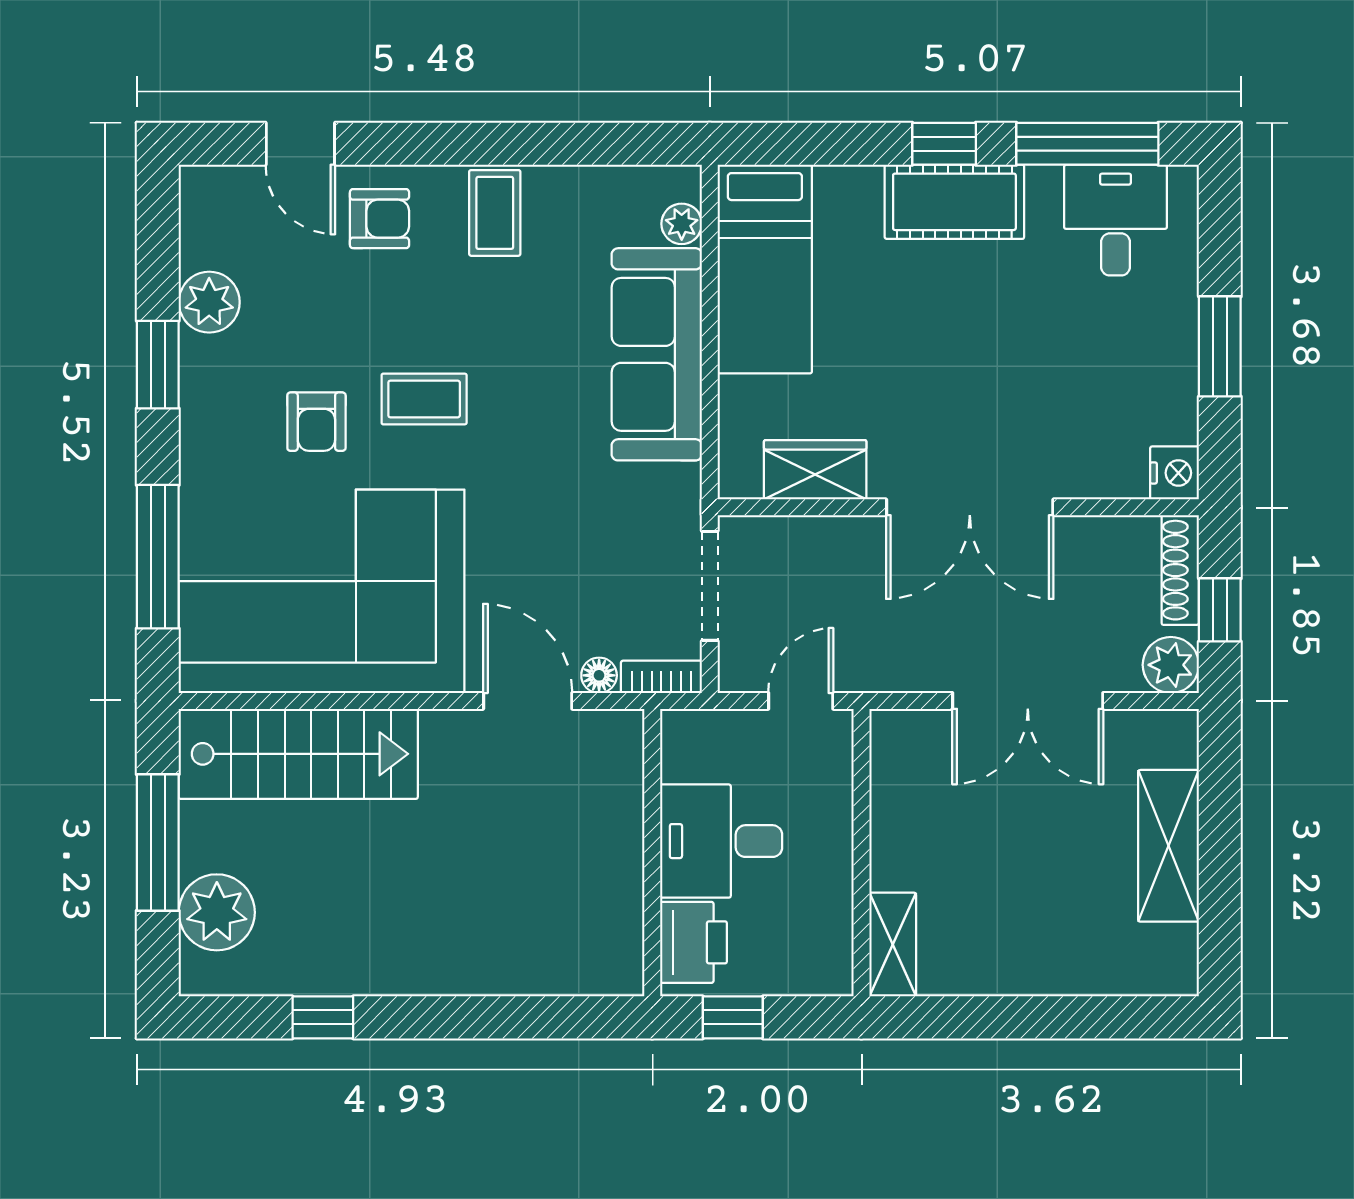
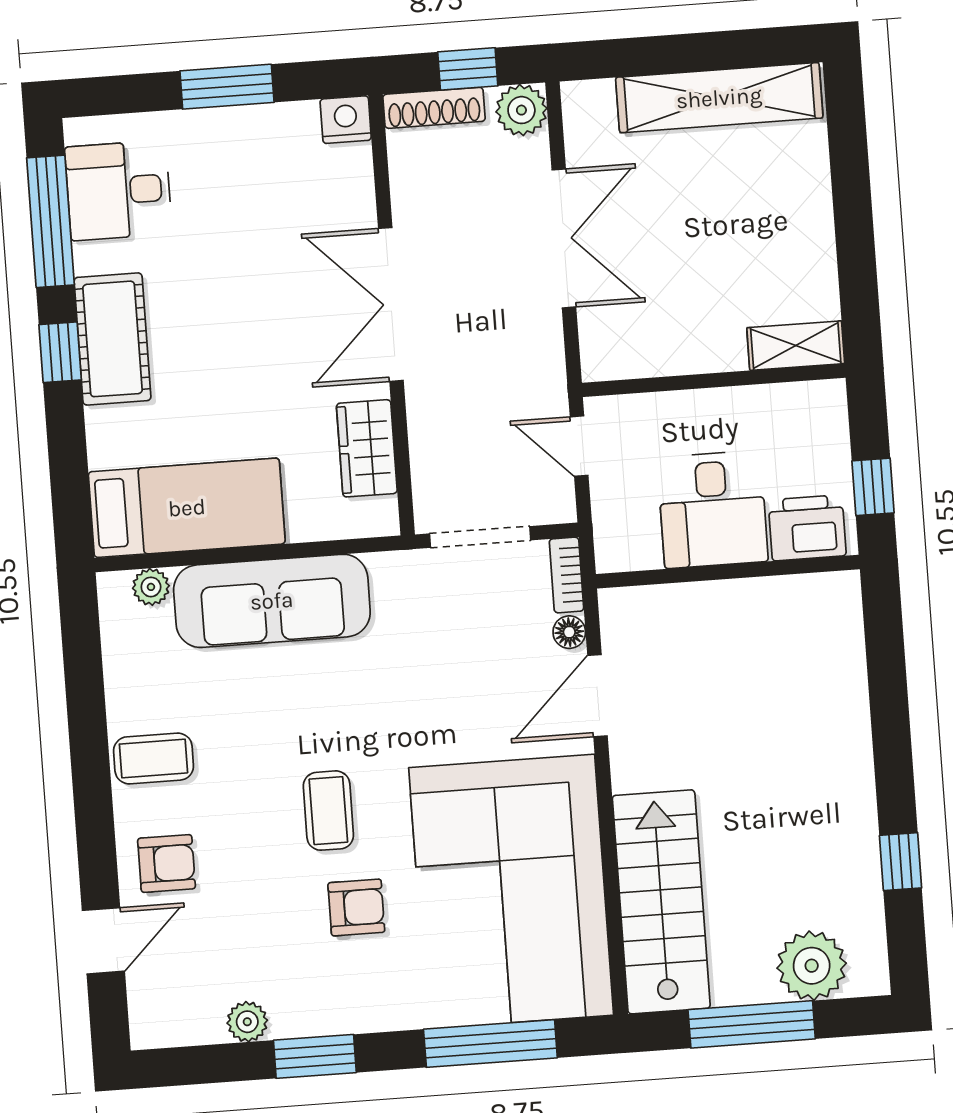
armchair: (379, 219) -> (167, 864), turned 90
plant: (209, 302) -> (247, 1022), width x0.73, depth x0.73
double door: (970, 507) -> (391, 304), swing flipped
shelving: (1169, 846) -> (719, 98), width x1.47

